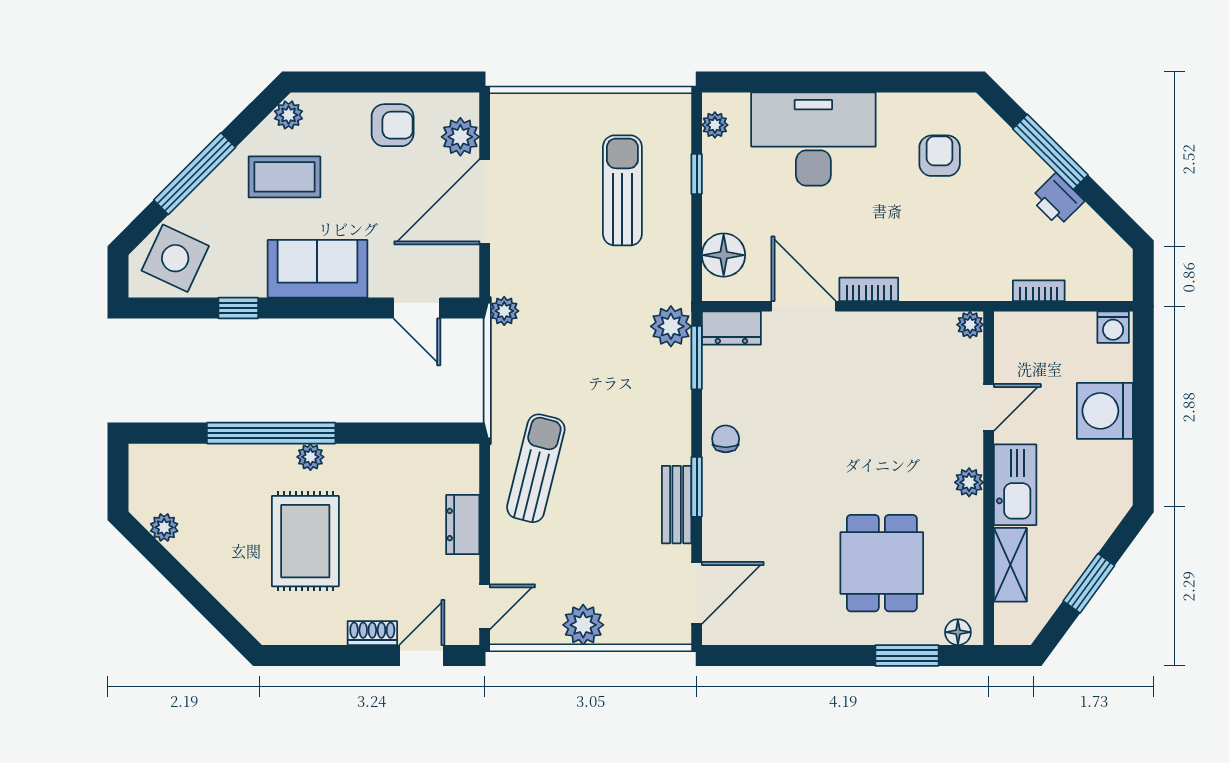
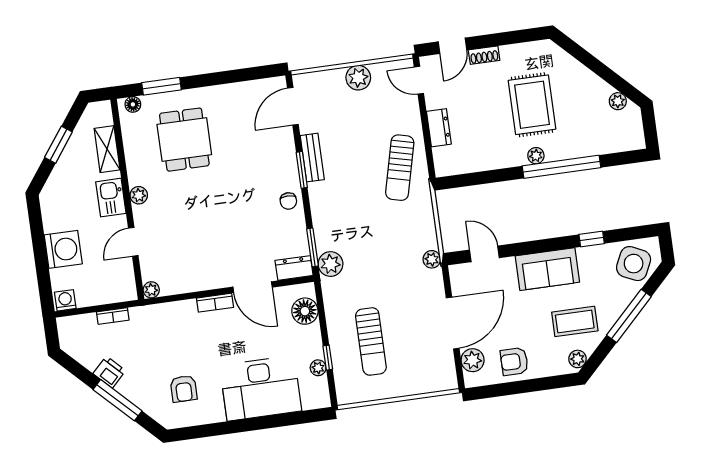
plant: (715, 125) -> (318, 368), moved
kitchen sink: (1015, 485) -> (111, 198), width x0.73
door: (485, 607) -> (419, 80), hinge flipped

